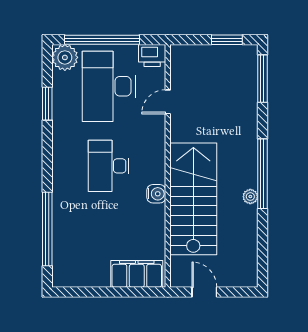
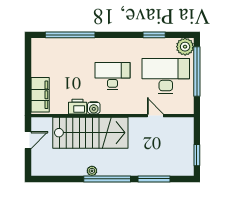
printer: (152, 56) -> (78, 107), moved, turned 90
window: (262, 79) -> (154, 179), moved

